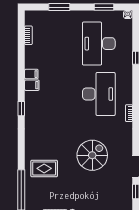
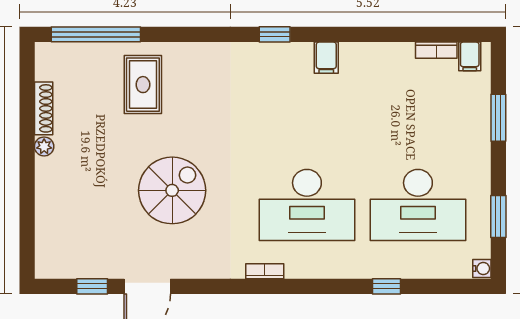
desk: (99, 44) -> (418, 205), turned 180
filing cabinet: (31, 74) -> (470, 56), moved
spiral stairs: (92, 155) -> (172, 190), turned -90

